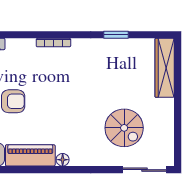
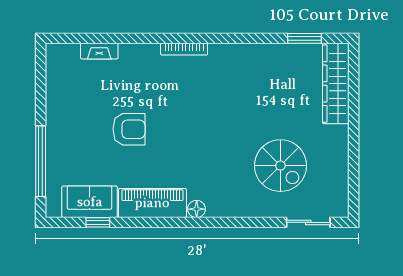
window: (116, 35) -> (305, 38), moved
sliding door: (144, 170) -> (308, 222), width x0.73

